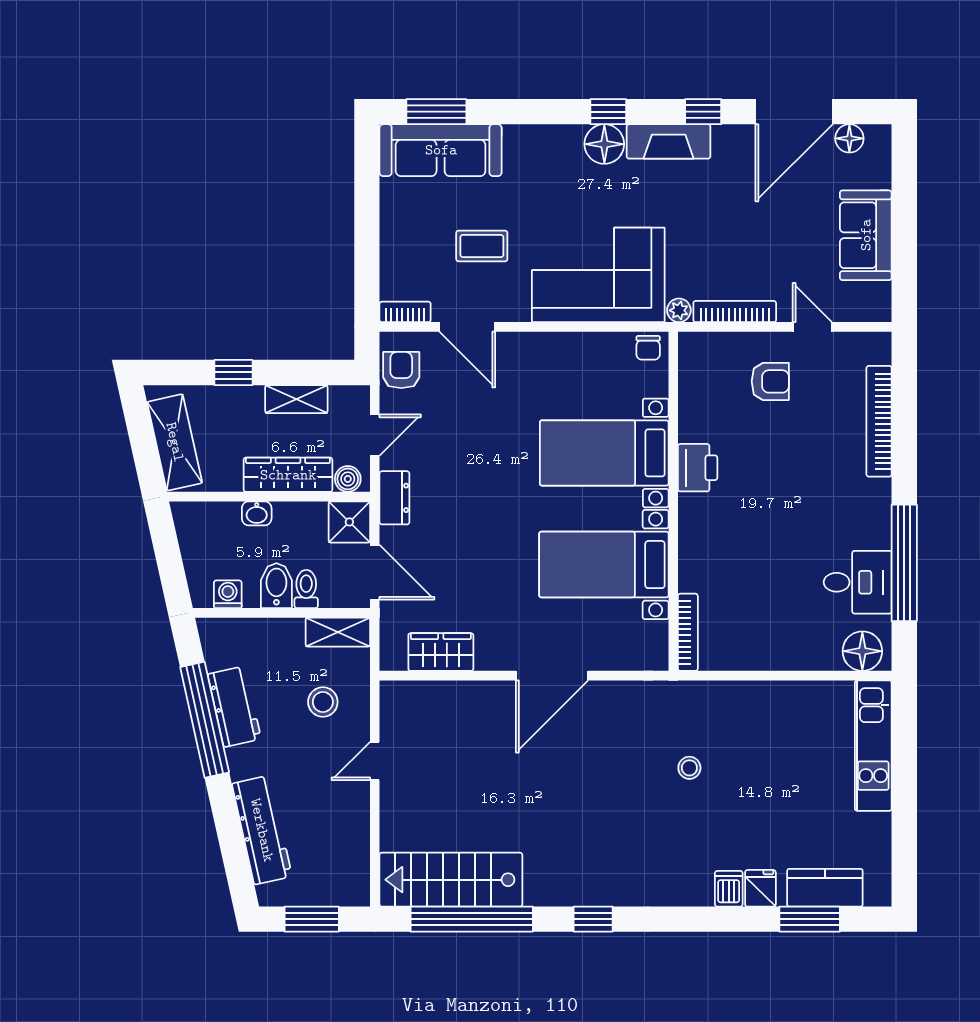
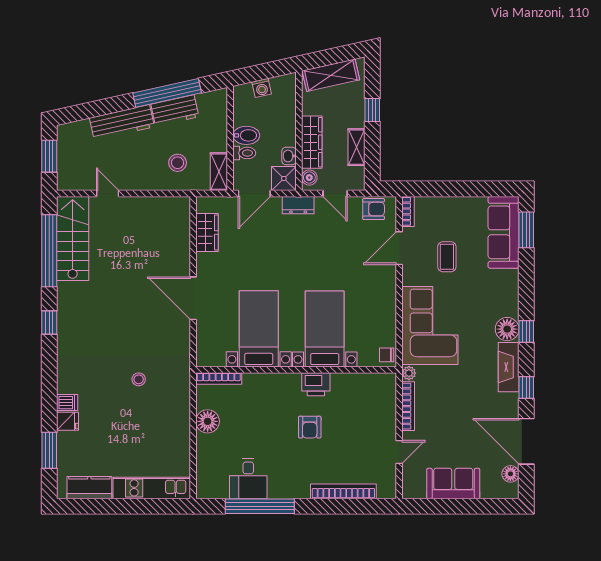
armchair: (770, 381) -> (310, 427), moved
washbasin: (257, 513) -> (289, 156), moved
washing machine: (228, 594) -> (262, 88), moved, turned 77
floor lamp: (862, 651) -> (208, 421), moved
door: (375, 761) -> (108, 193), moved
workbench: (262, 830) -> (122, 122), moved
kitchen counter: (825, 888) -> (89, 488), moved, turned -90

